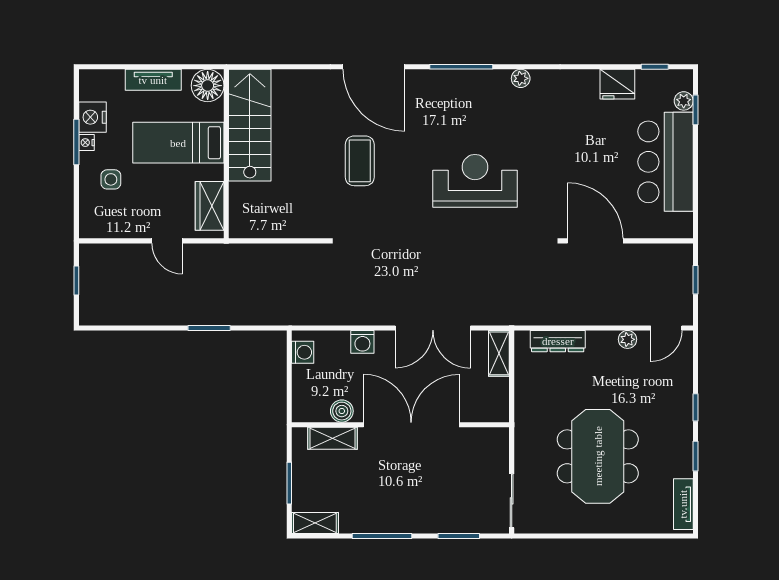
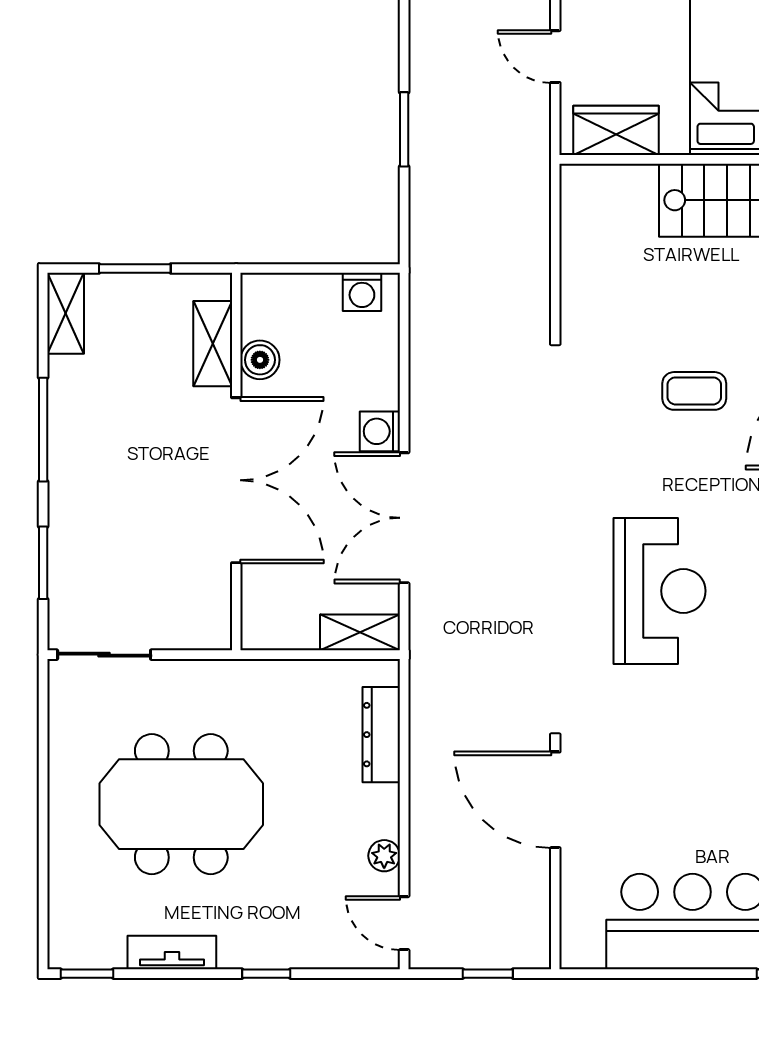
coffee table: (360, 161) -> (694, 391), width x0.73, depth x0.77
door: (167, 241) -> (555, 57), hinge flipped
door: (595, 241) -> (555, 800), swing flipped
washing machine: (362, 342) -> (380, 431), moved
window: (695, 456) -> (87, 974), moved
tv unit: (683, 504) -> (172, 953), moved

